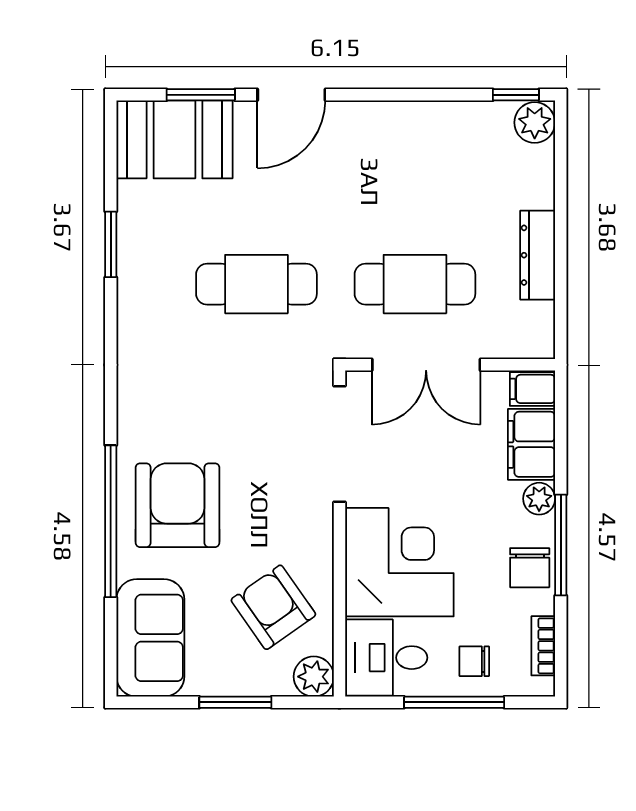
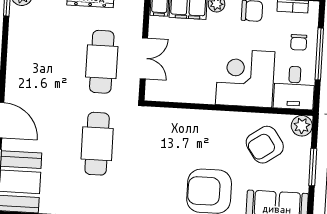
double door: (426, 365) -> (144, 58), width x0.73
doorway: (339, 444) -> (182, 106), removed

